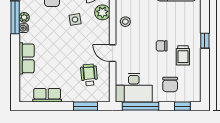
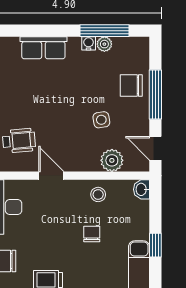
chair: (162, 46) -> (92, 234), moved
door: (113, 53) -> (51, 176), hinge flipped

